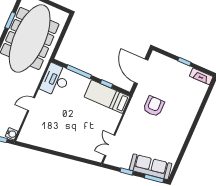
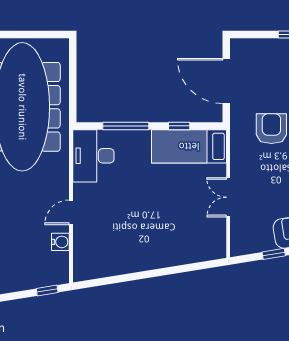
water cooler: (12, 134) -> (60, 242), moved
double door: (110, 145) -> (228, 197), moved

